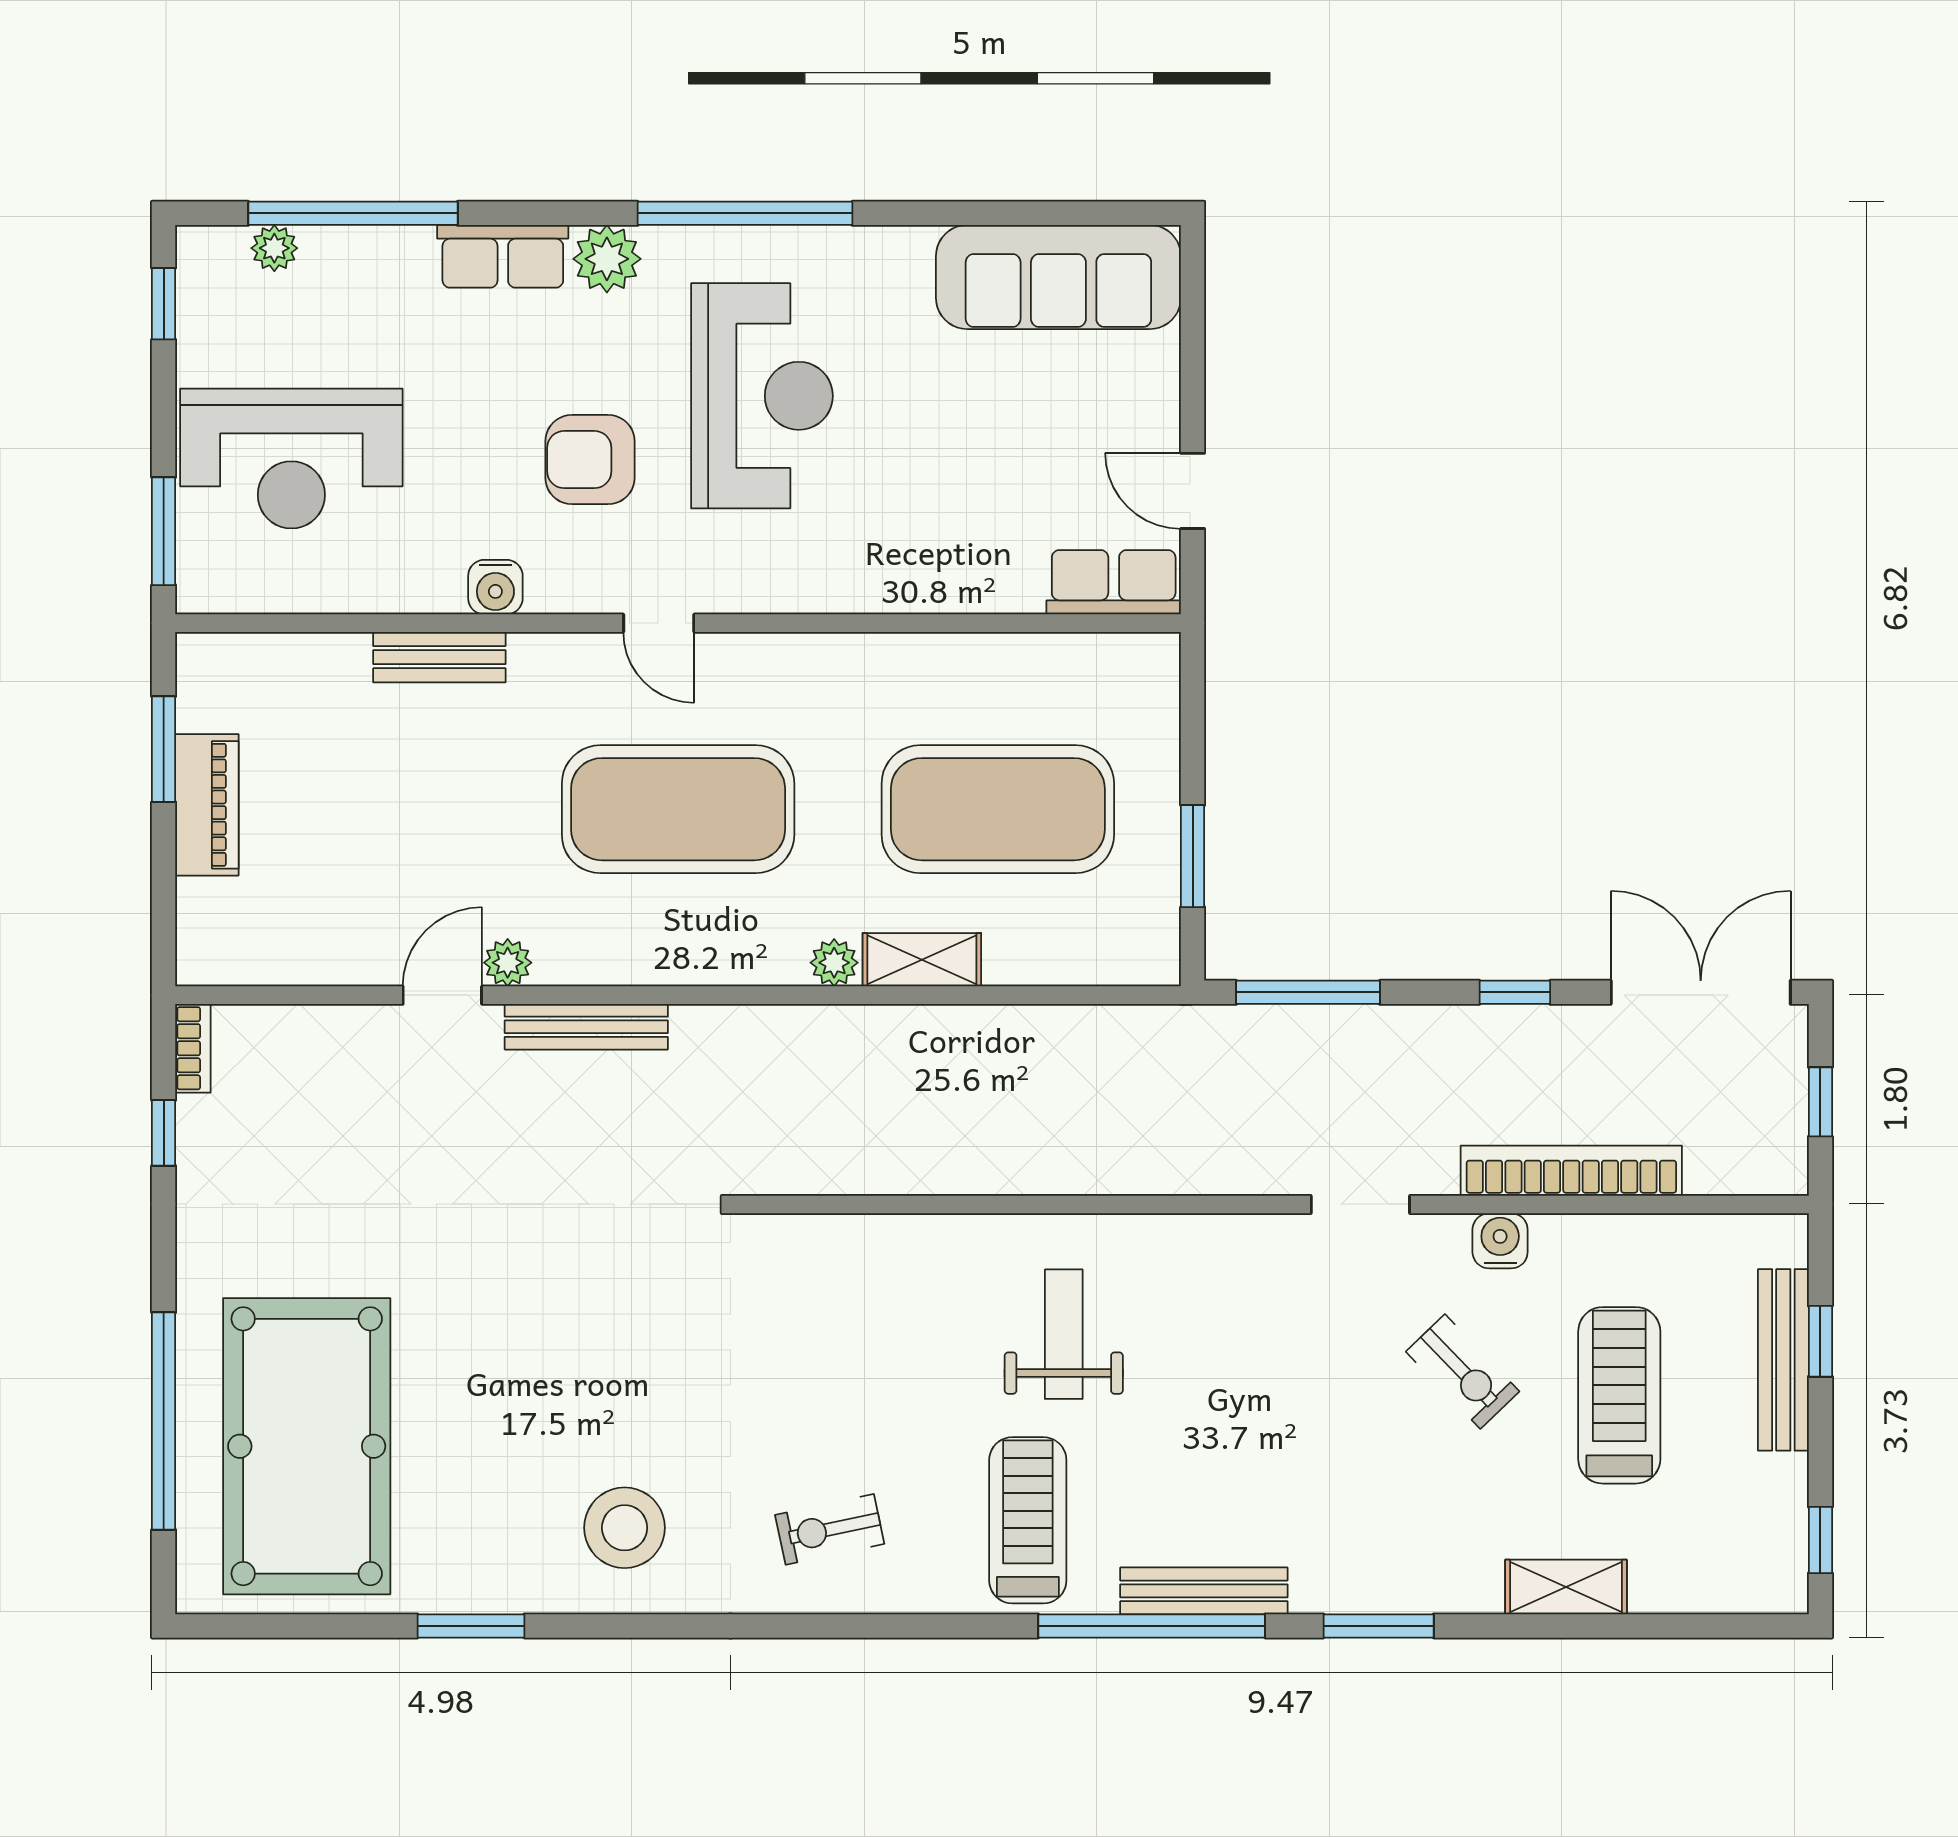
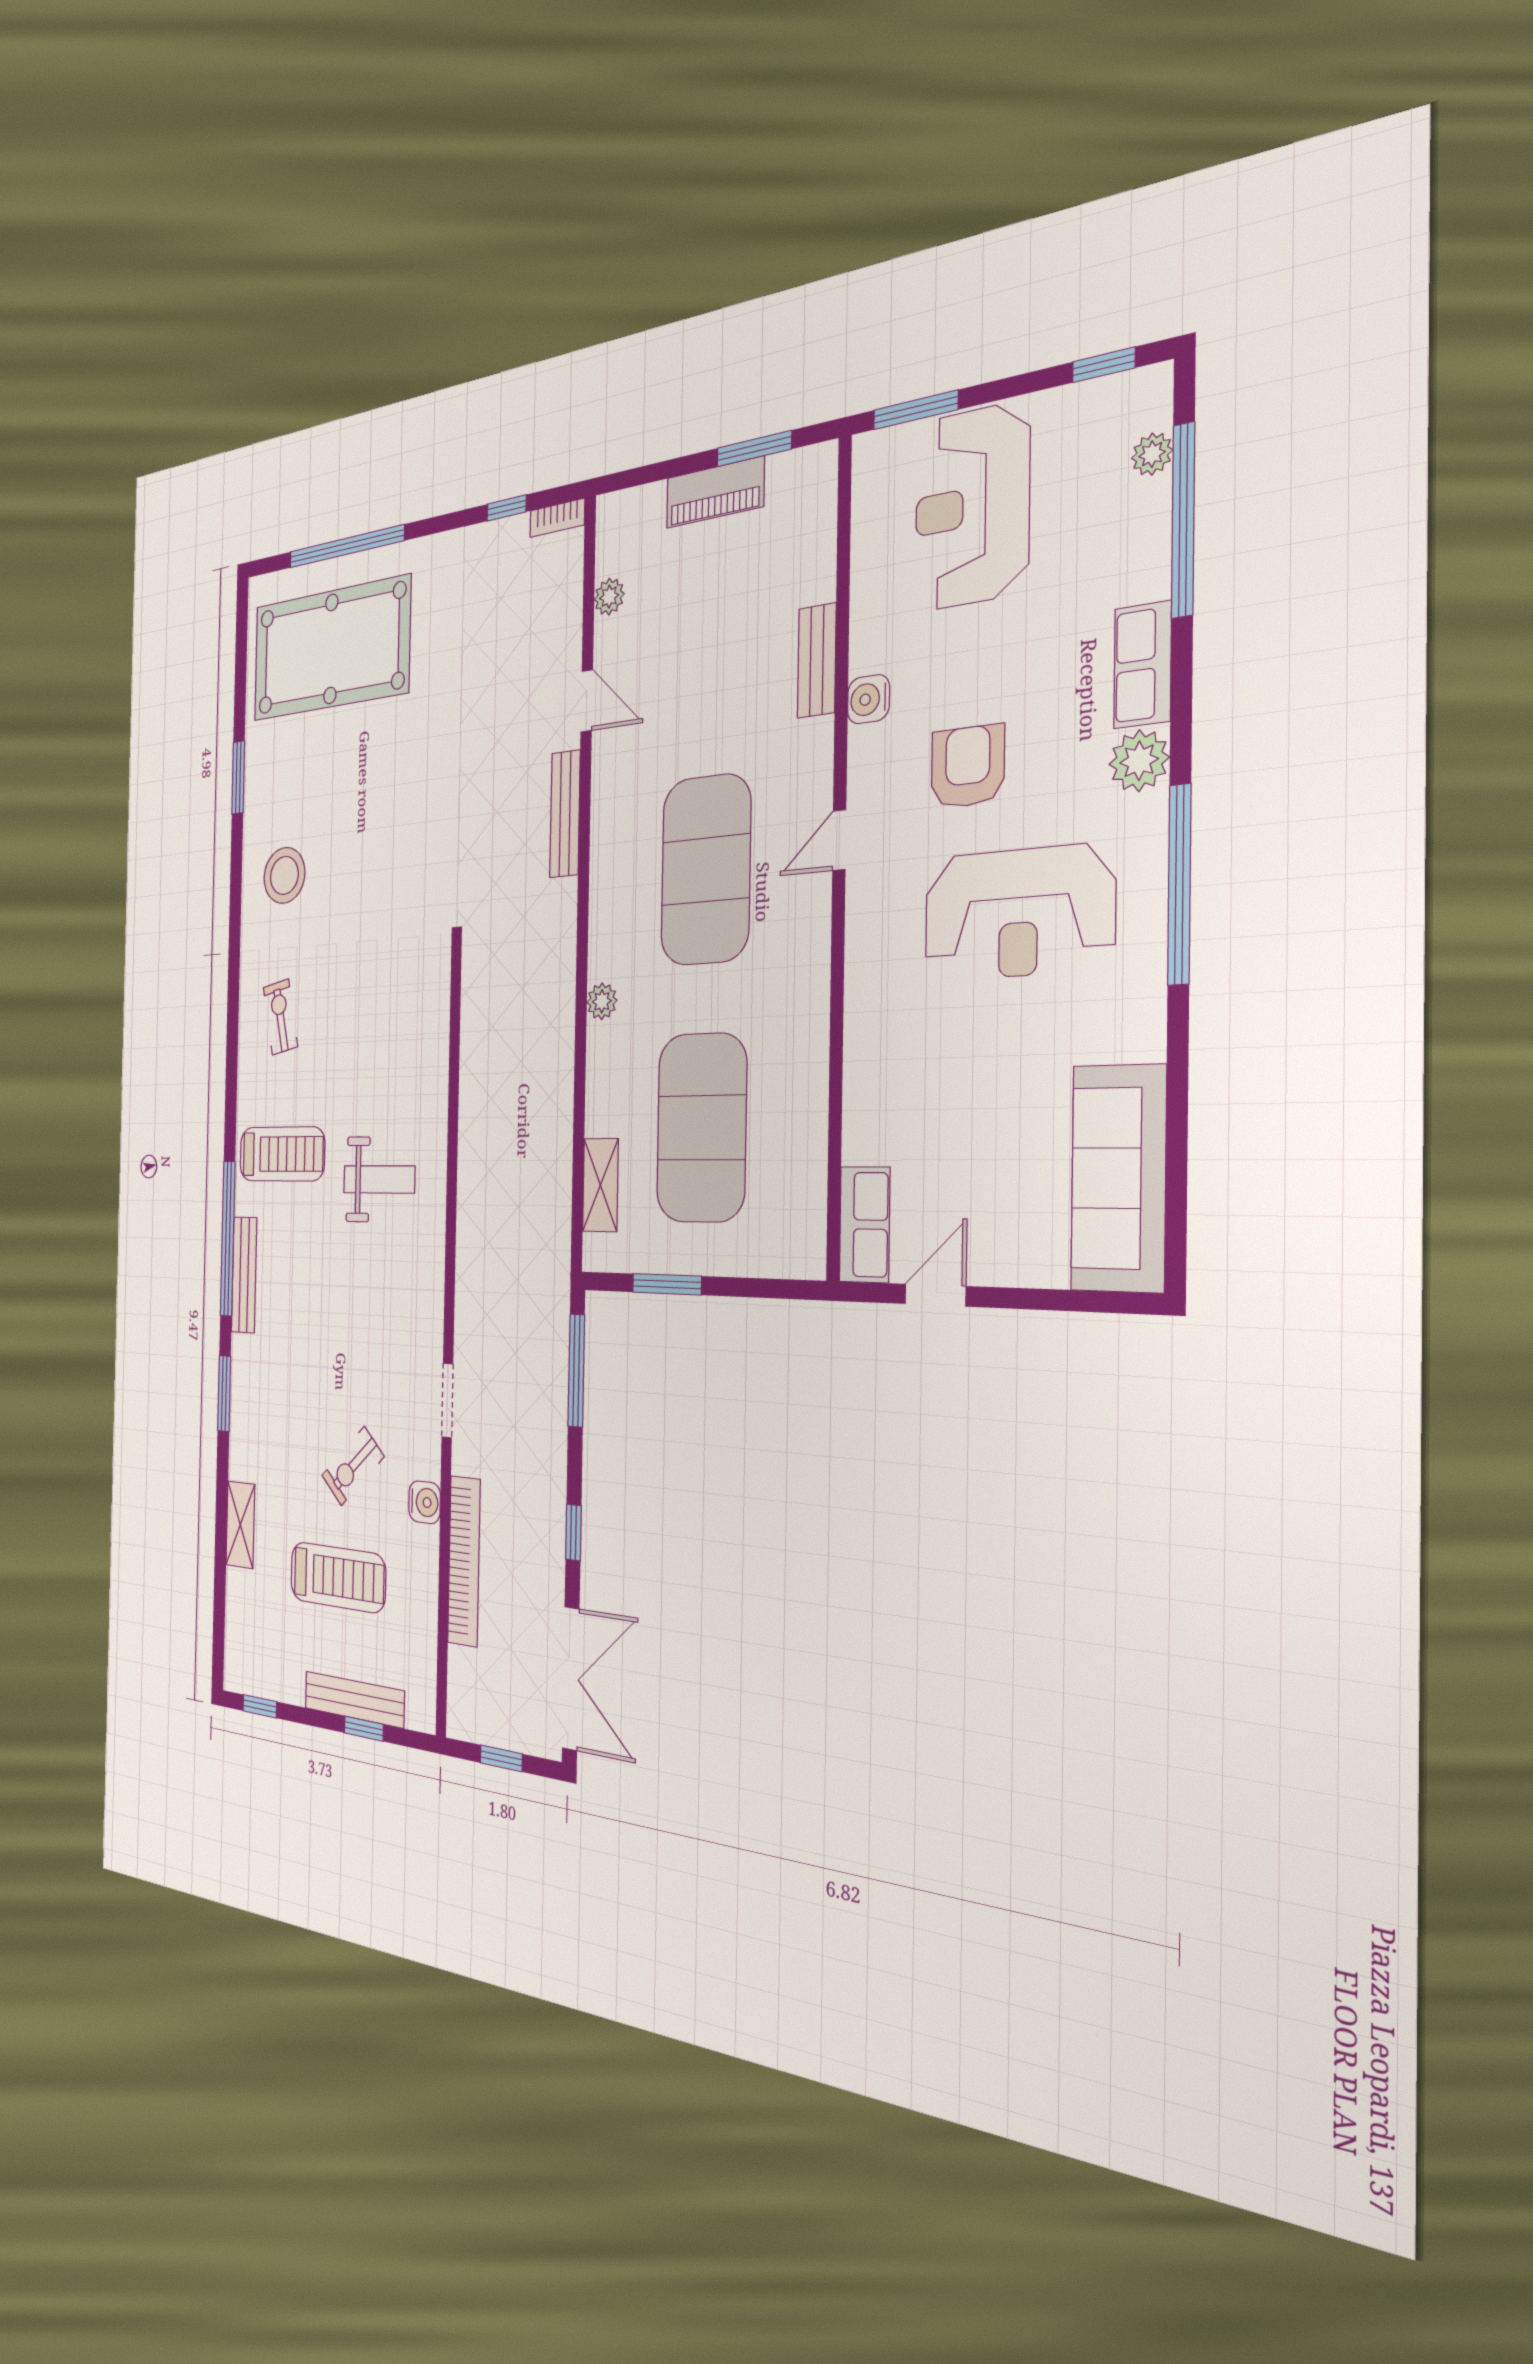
shelving: (922, 960) -> (600, 1185), moved
plant: (508, 963) -> (609, 597), moved

